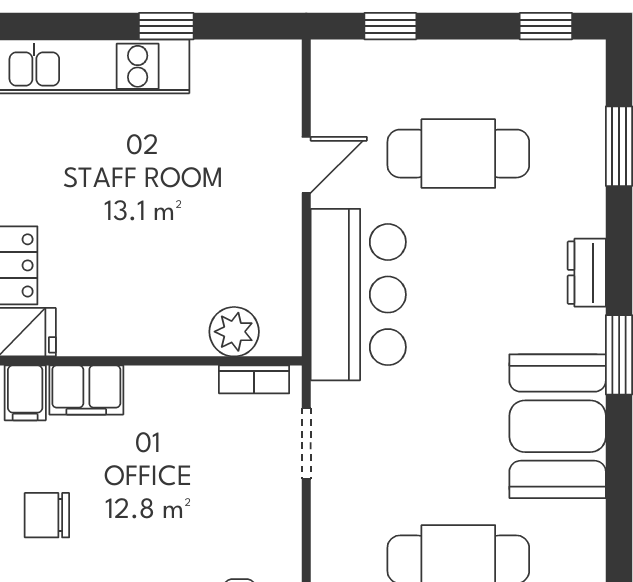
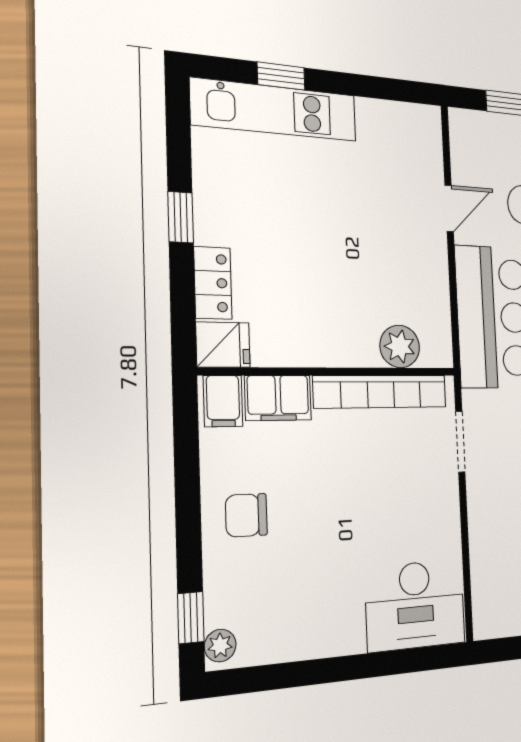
window: (166, 26) -> (281, 76), moved
bookcase: (254, 379) -> (381, 392), width x2.31, depth x1.31

